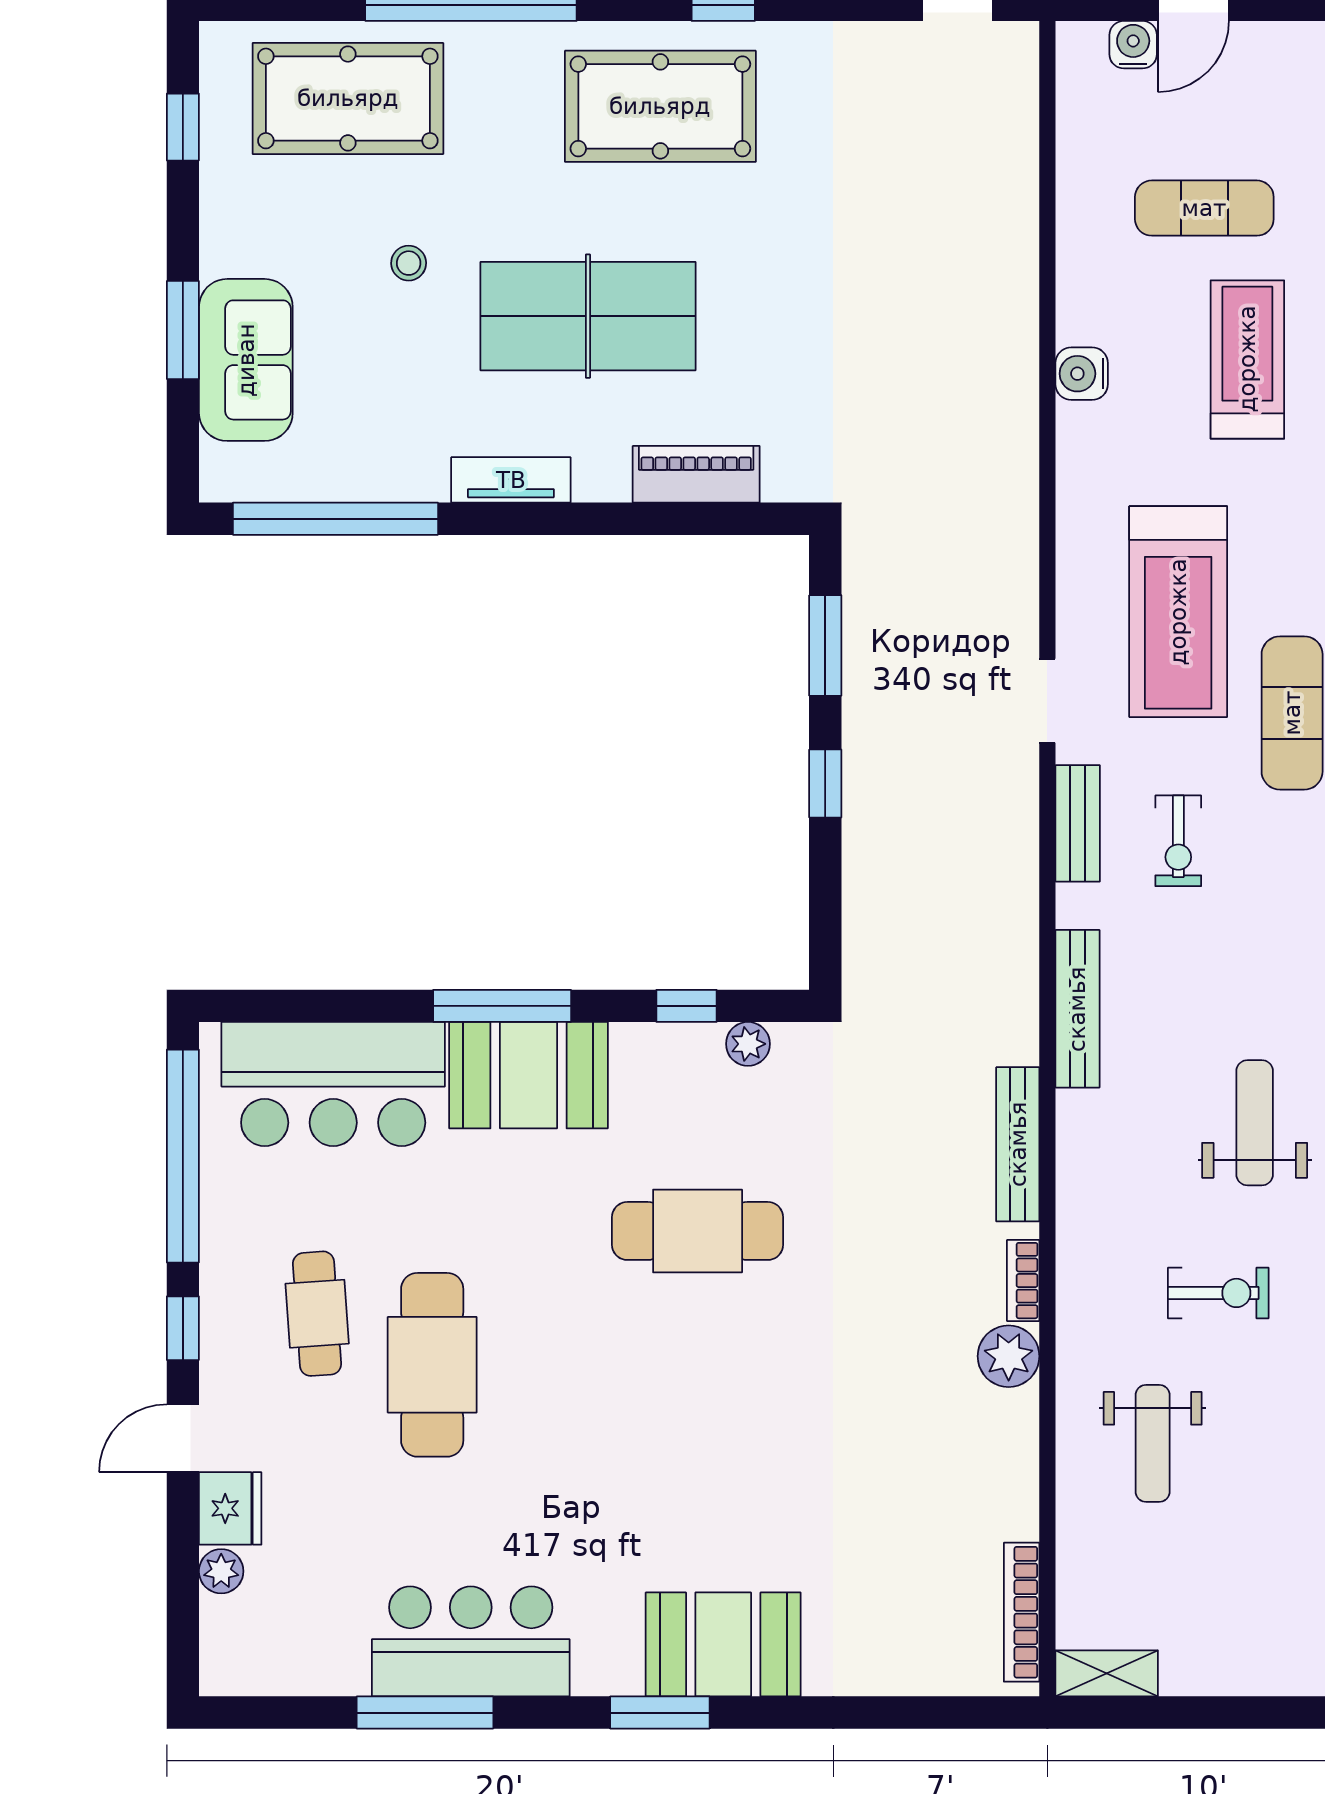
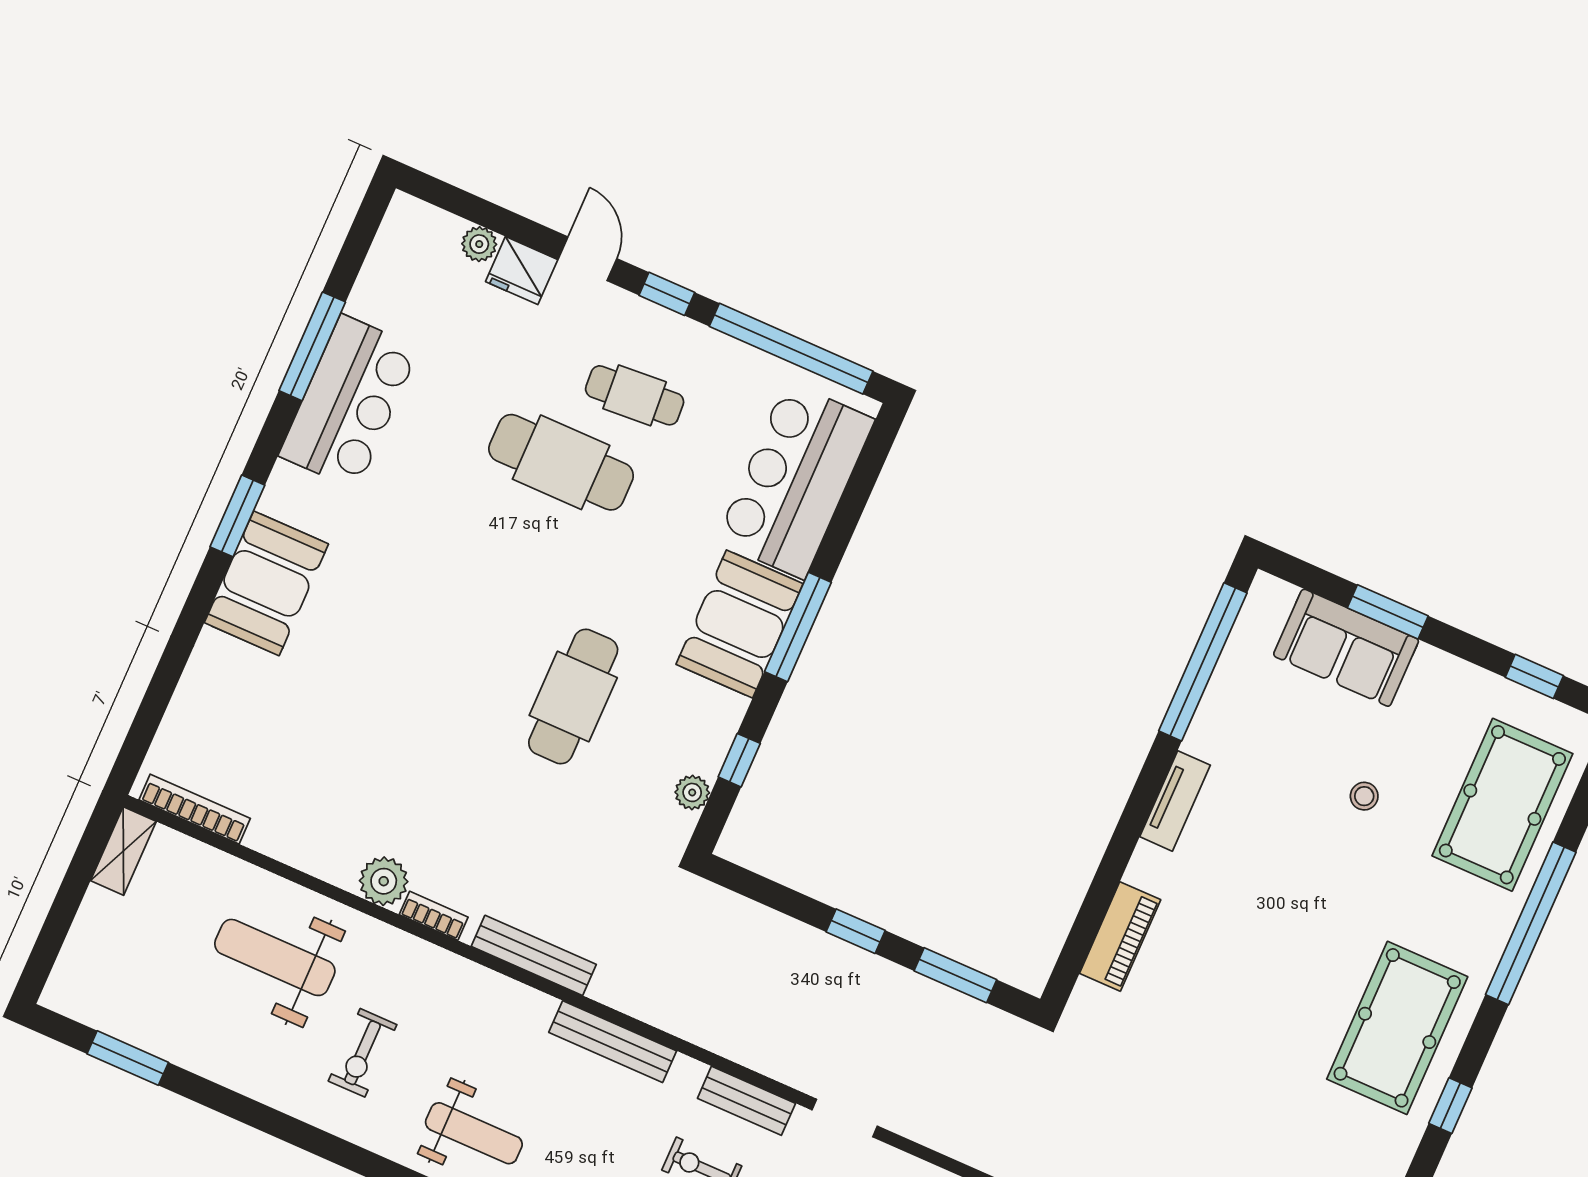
table tennis table: (588, 316) -> (1269, 909), removed
weight bench: (1153, 1443) -> (275, 957), width x1.36, depth x1.33

